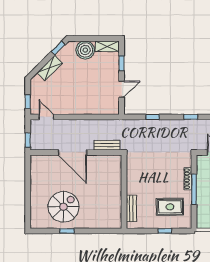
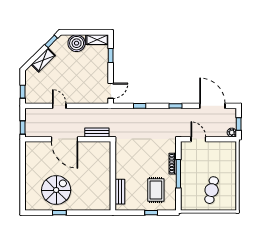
door: (122, 89) -> (111, 91), moved
door: (46, 117) -> (59, 106), moved
rug: (170, 207) -> (156, 190), turned 90

